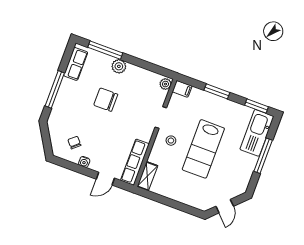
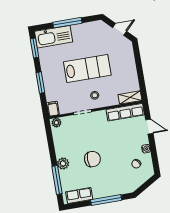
chair: (106, 100) -> (92, 159), turned -90

